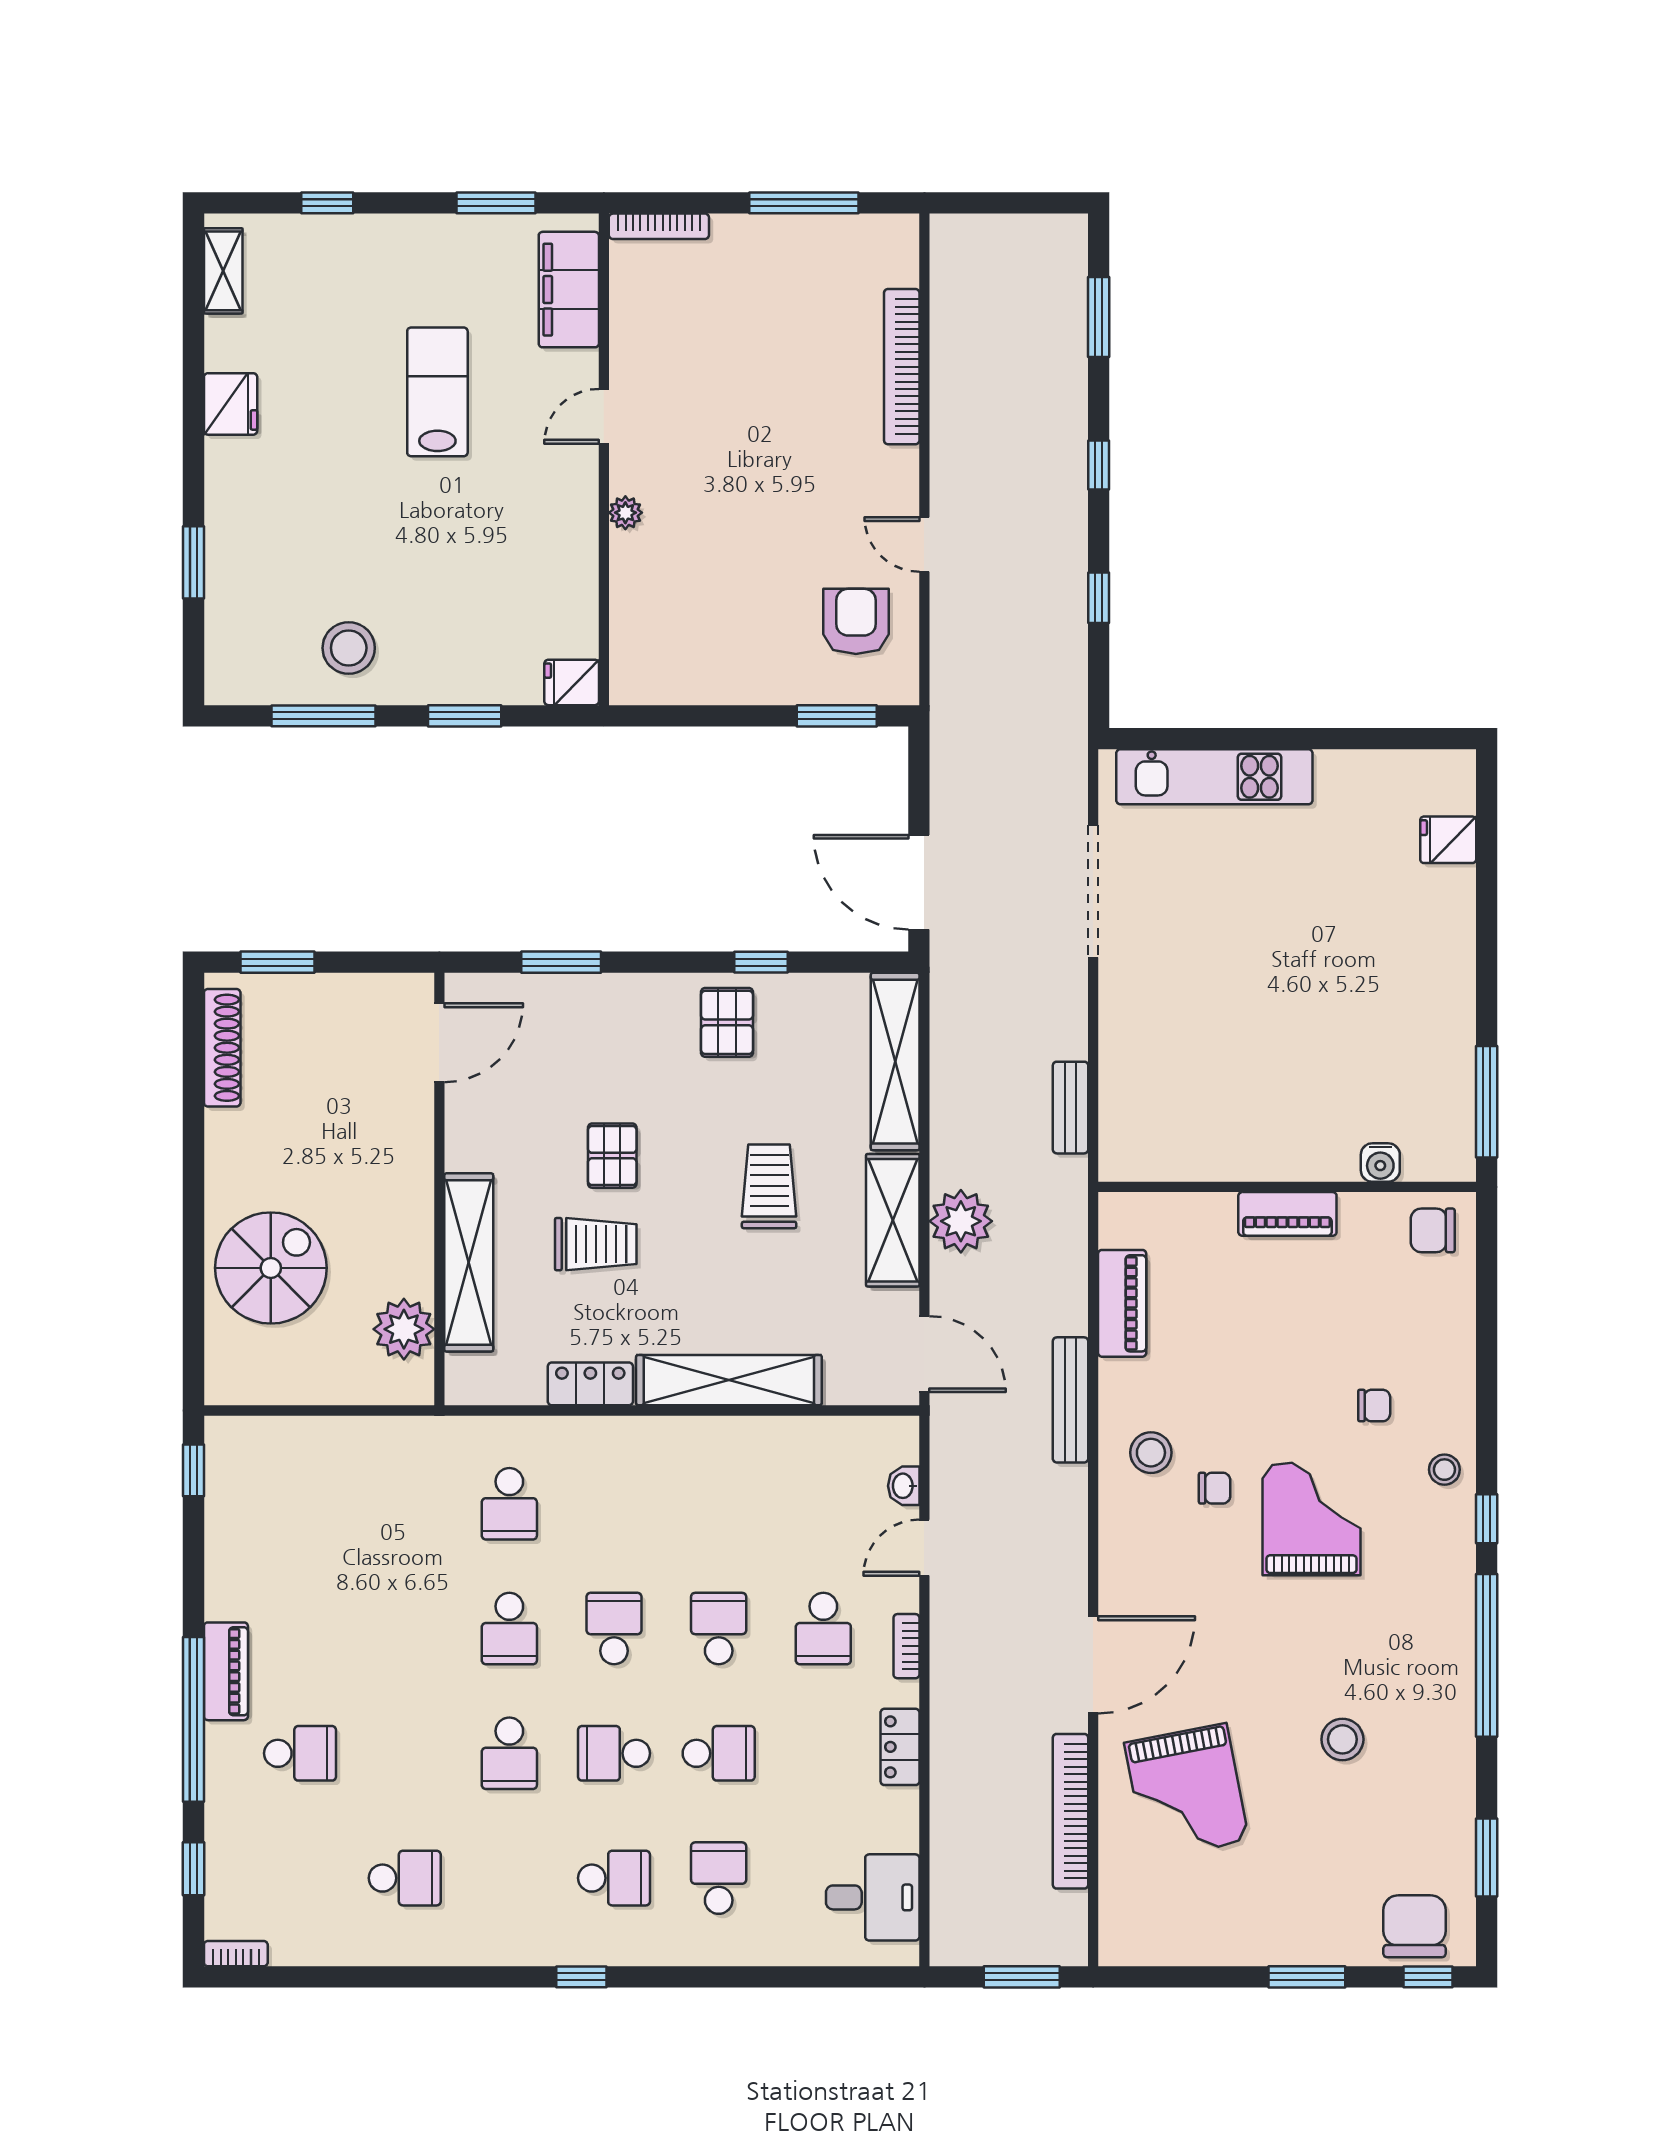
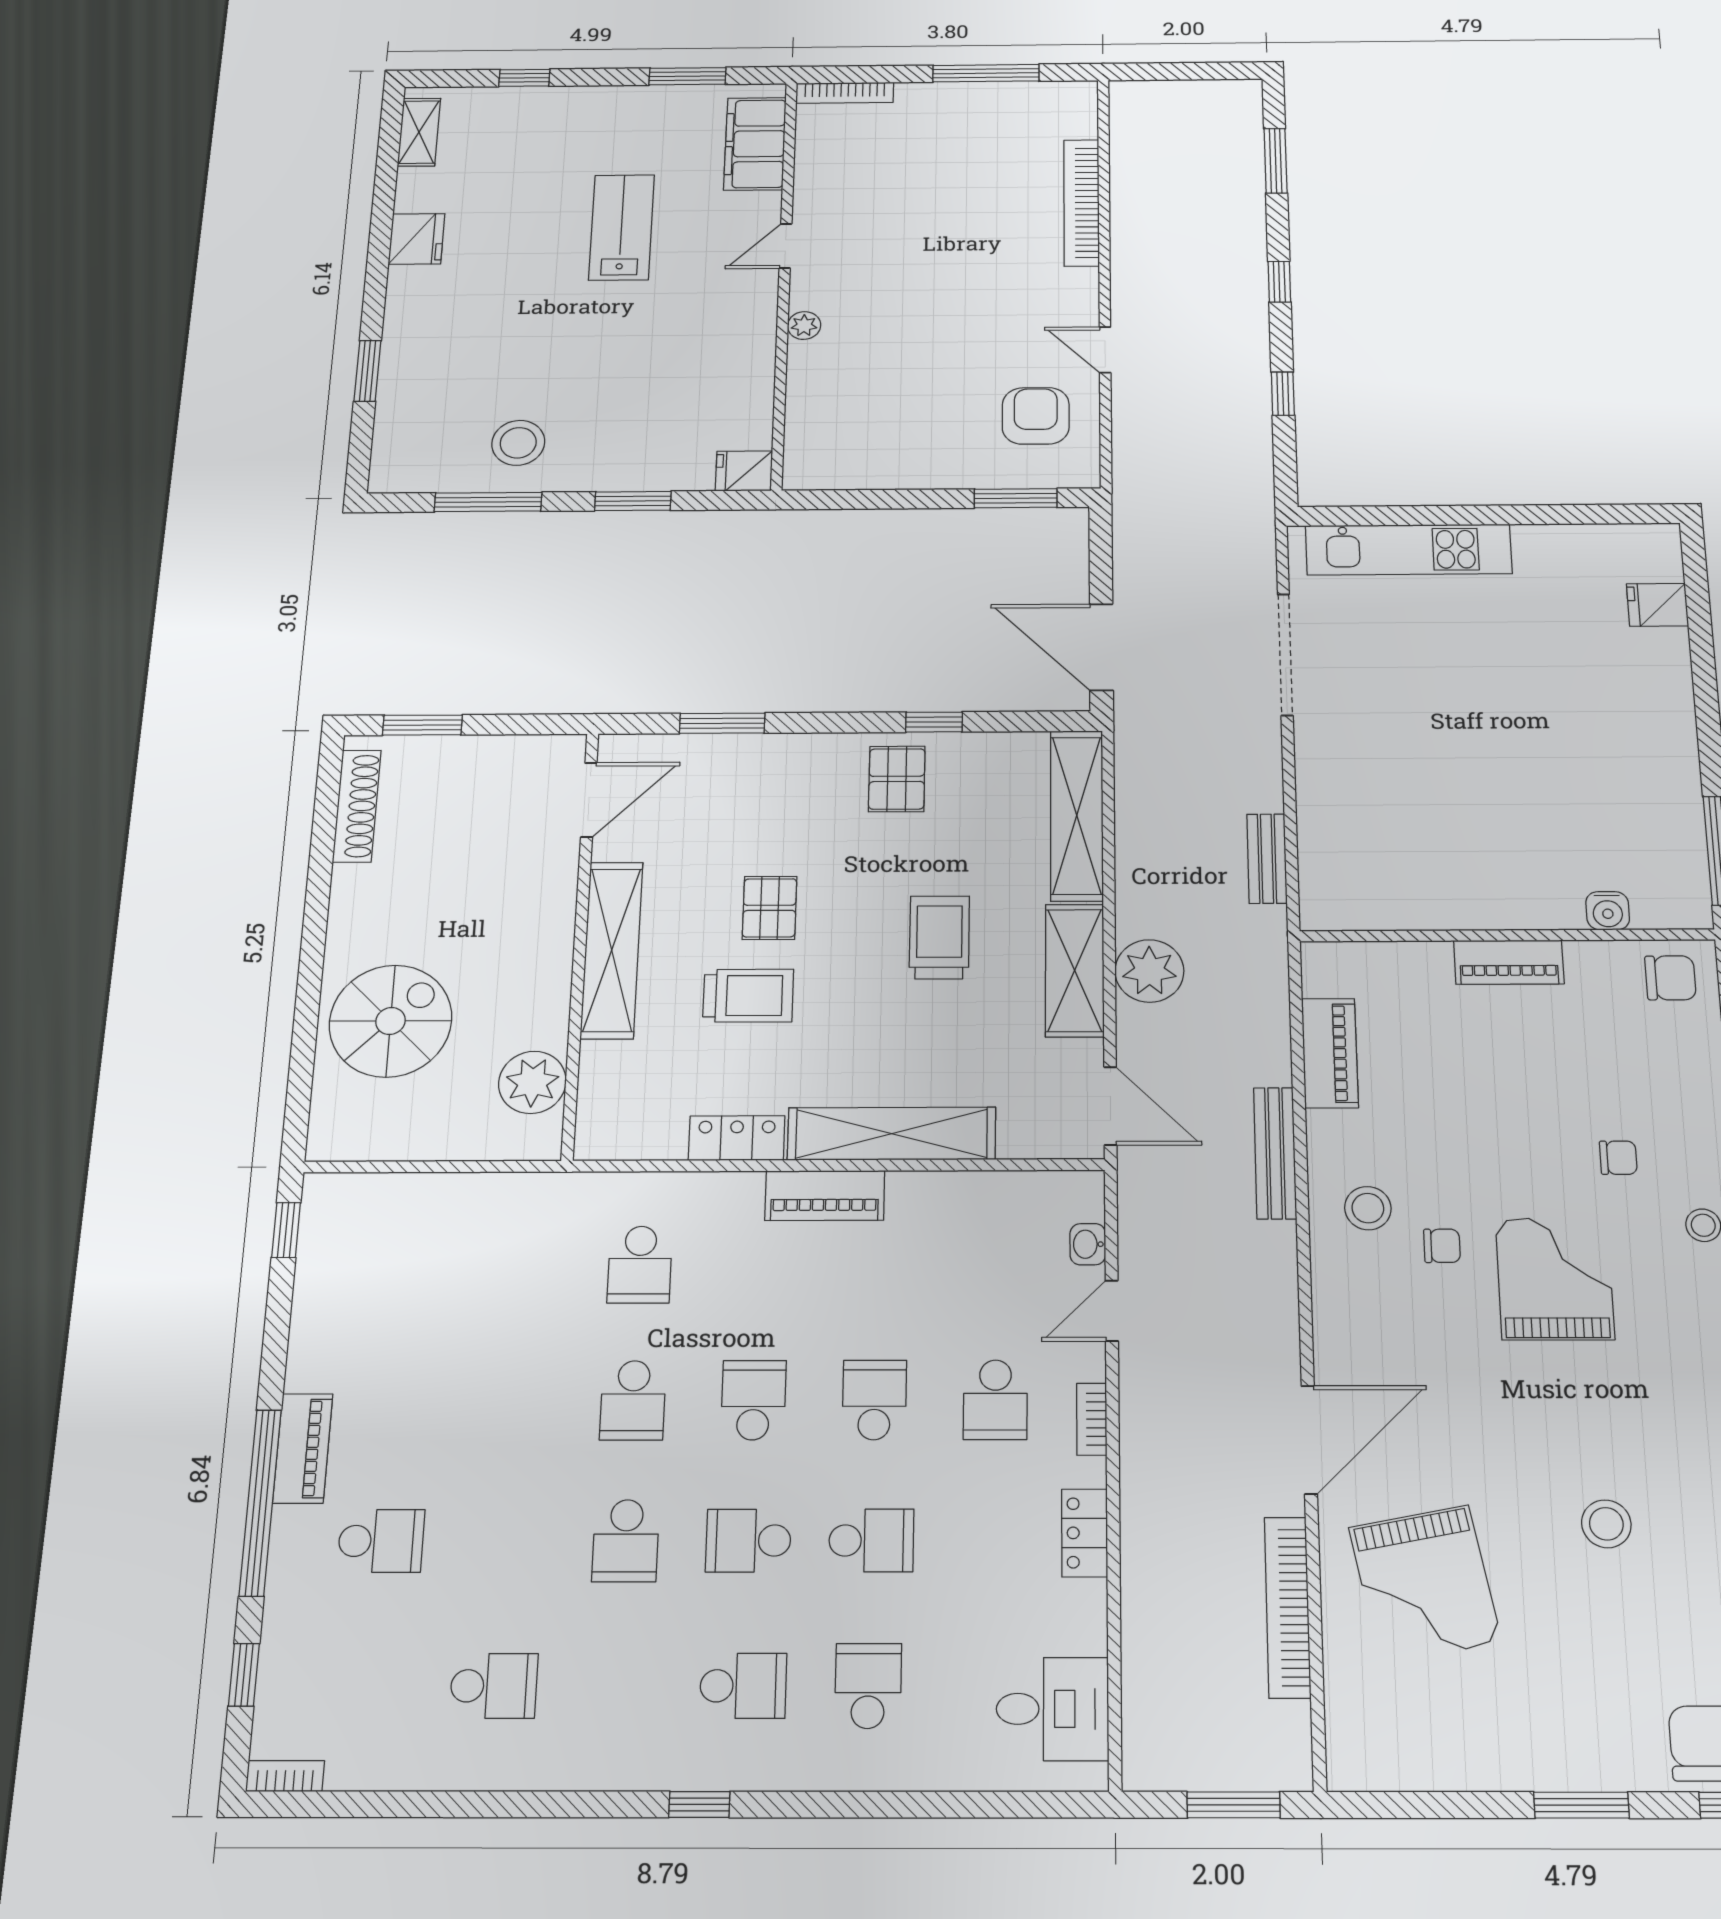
chair: (1433, 1230) -> (1670, 978), turned 180
shelving: (469, 1262) -> (612, 950), moved
piano: (671, 1439) -> (825, 1195), added

